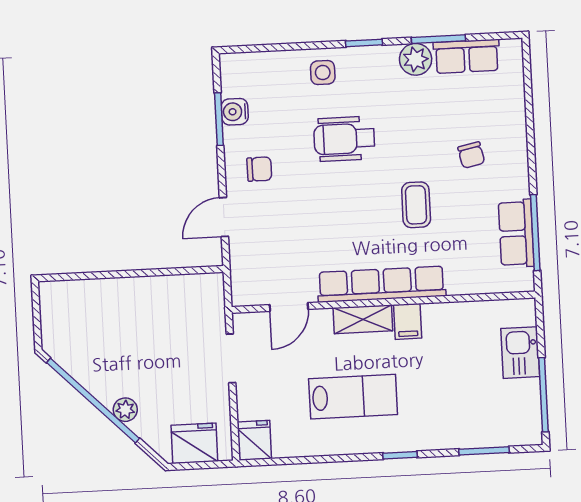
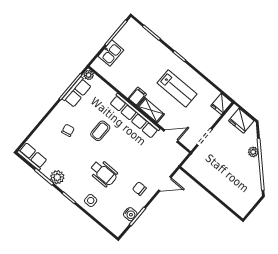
row of seats: (467, 56) -> (32, 156), moved
plant: (523, 281) -> (89, 75), added
lab bench: (353, 397) -> (177, 89), turned 180

